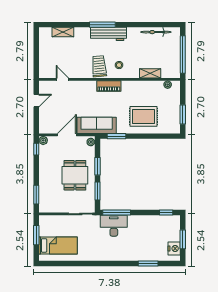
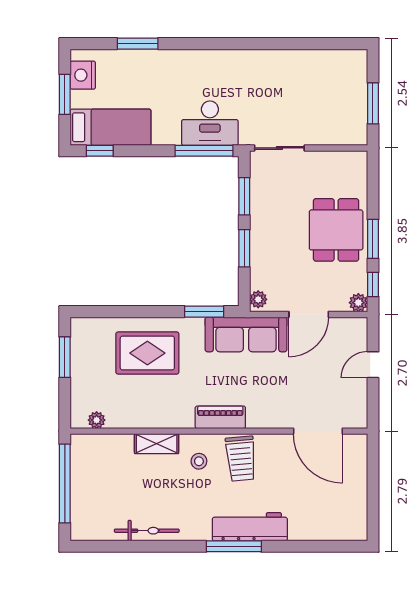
shelving: (63, 32) -> (317, 531), removed
bicycle: (156, 32) -> (147, 531), moved
workbench: (109, 34) -> (250, 527), moved
shelving: (150, 73) -> (157, 444), moved
door: (62, 79) -> (318, 431), width x1.87
door: (36, 101) -> (373, 365), moved
dining table: (75, 175) -> (336, 230), moved
window: (36, 195) -> (373, 239), moved
bed: (58, 245) -> (111, 127), moved, turned 180

